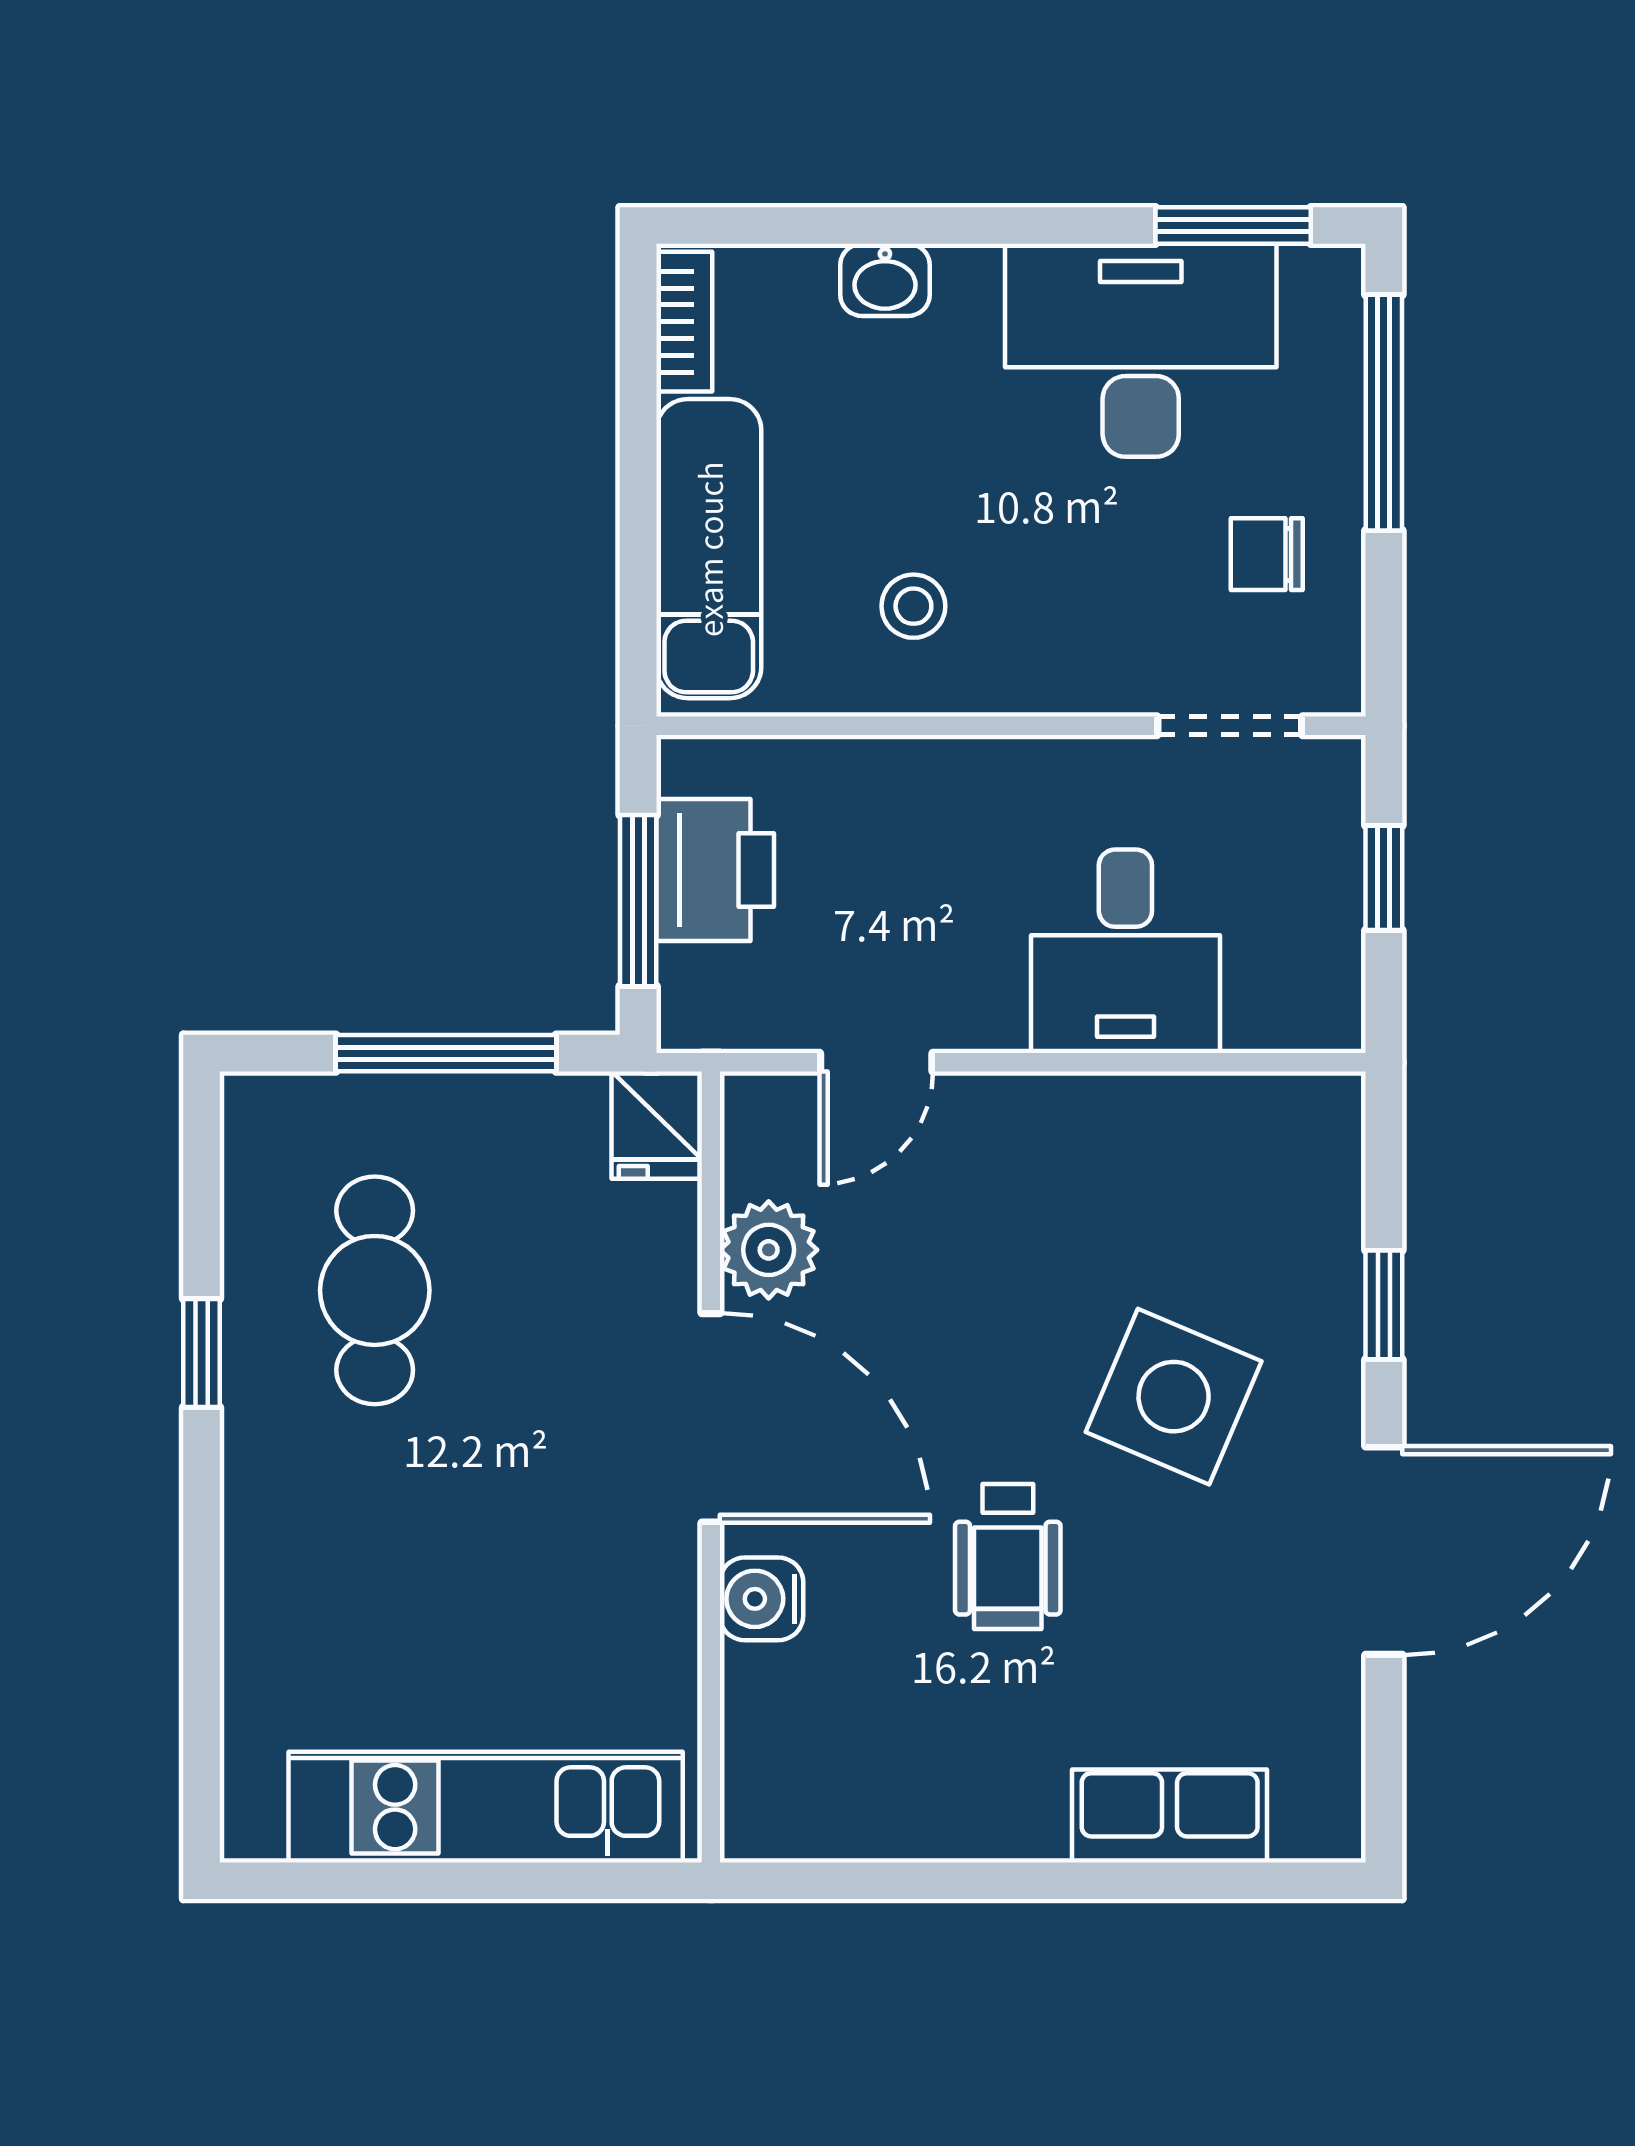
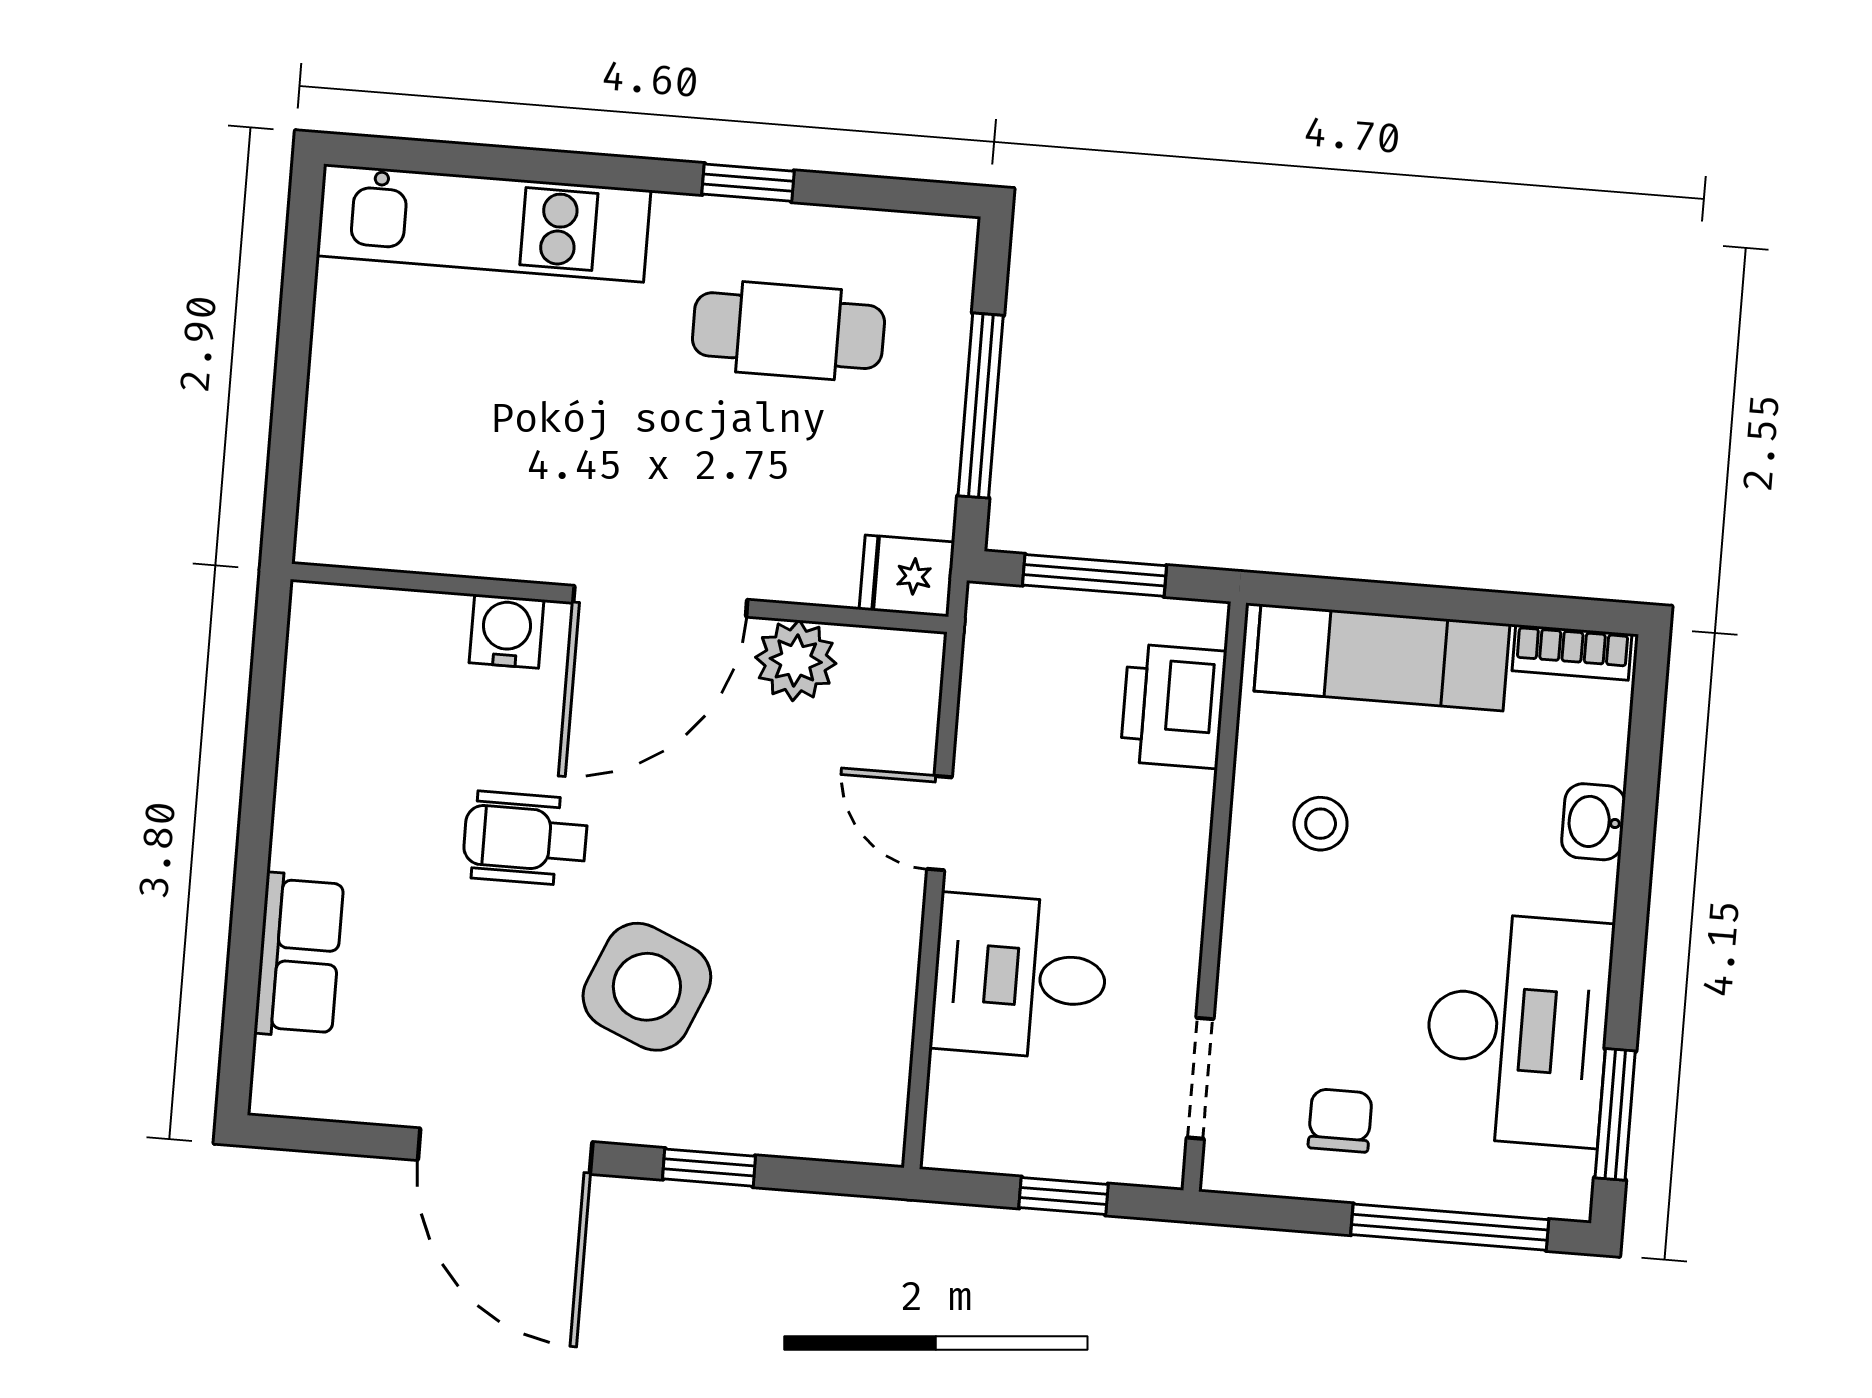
printer: (715, 870) -> (1173, 706), moved, turned 90
door: (876, 1062) -> (939, 823), moved
kitchen unit: (486, 1807) -> (484, 223), moved, turned 90

